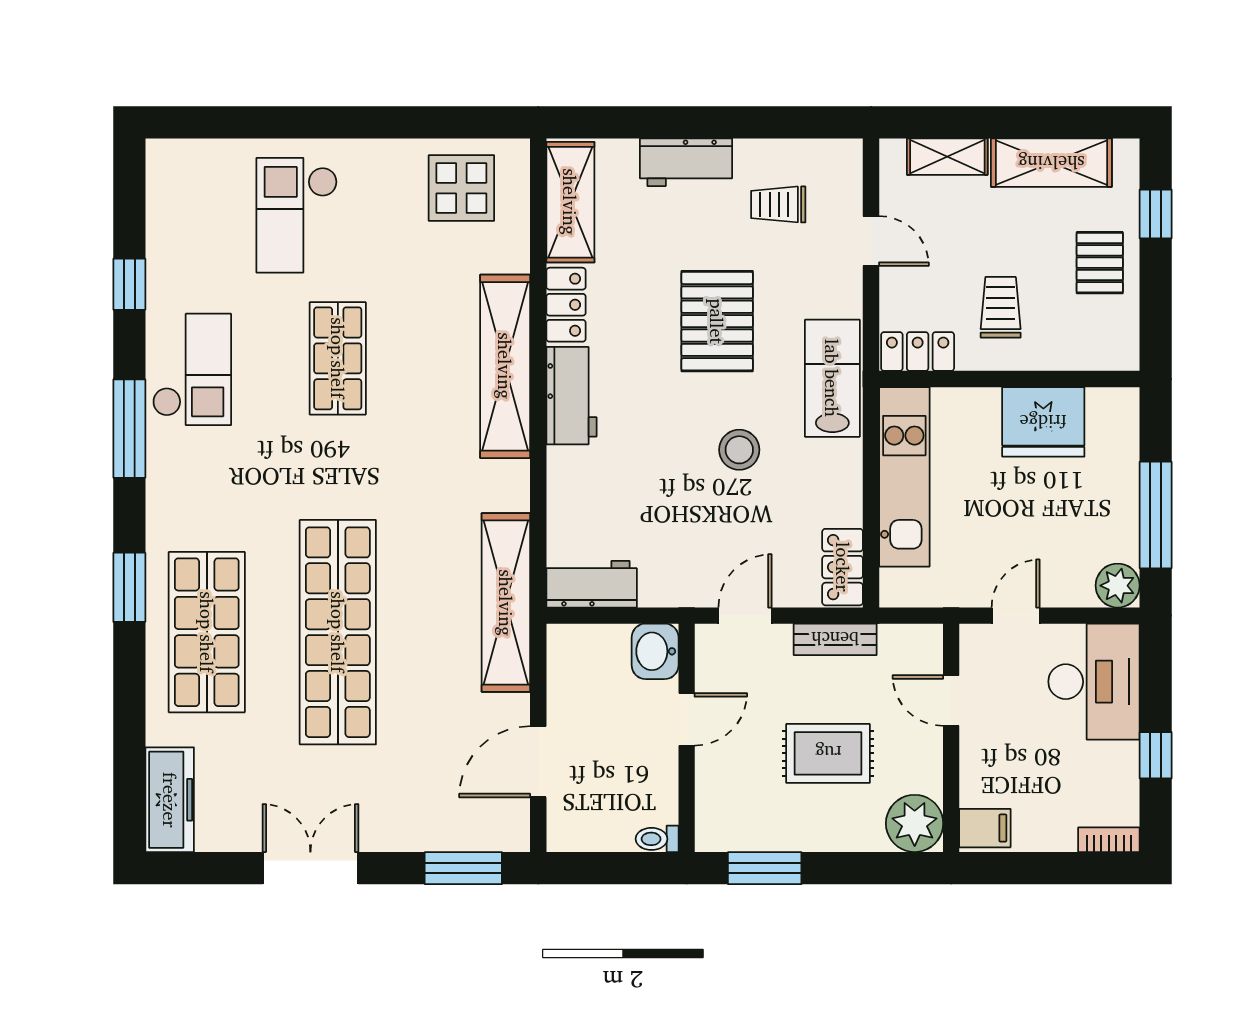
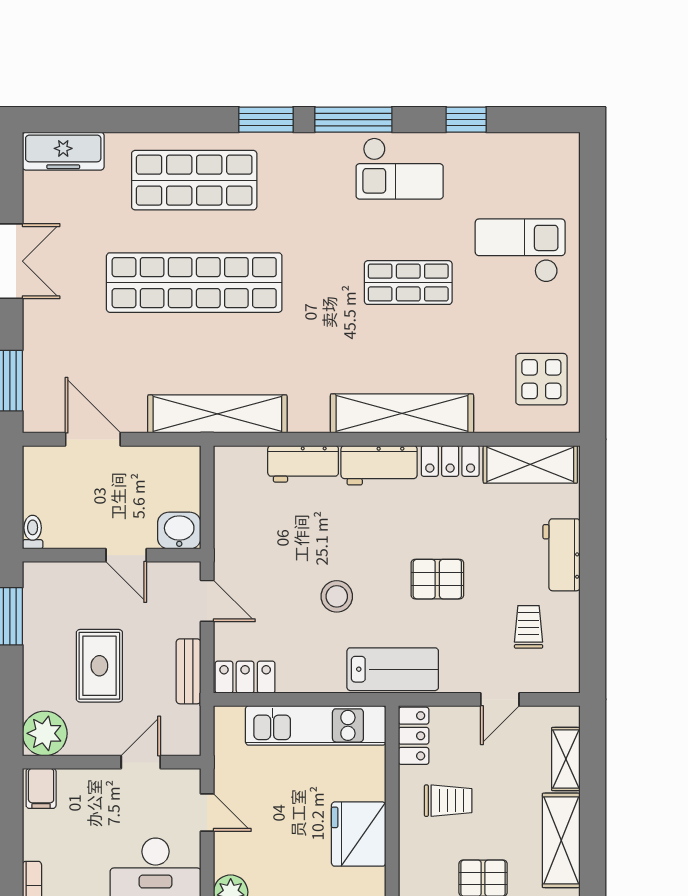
pallet: (717, 321) -> (437, 579), width x0.67, depth x0.71
workbench: (592, 584) -> (303, 464), moved, turned 90
window: (129, 587) -> (266, 120), moved

